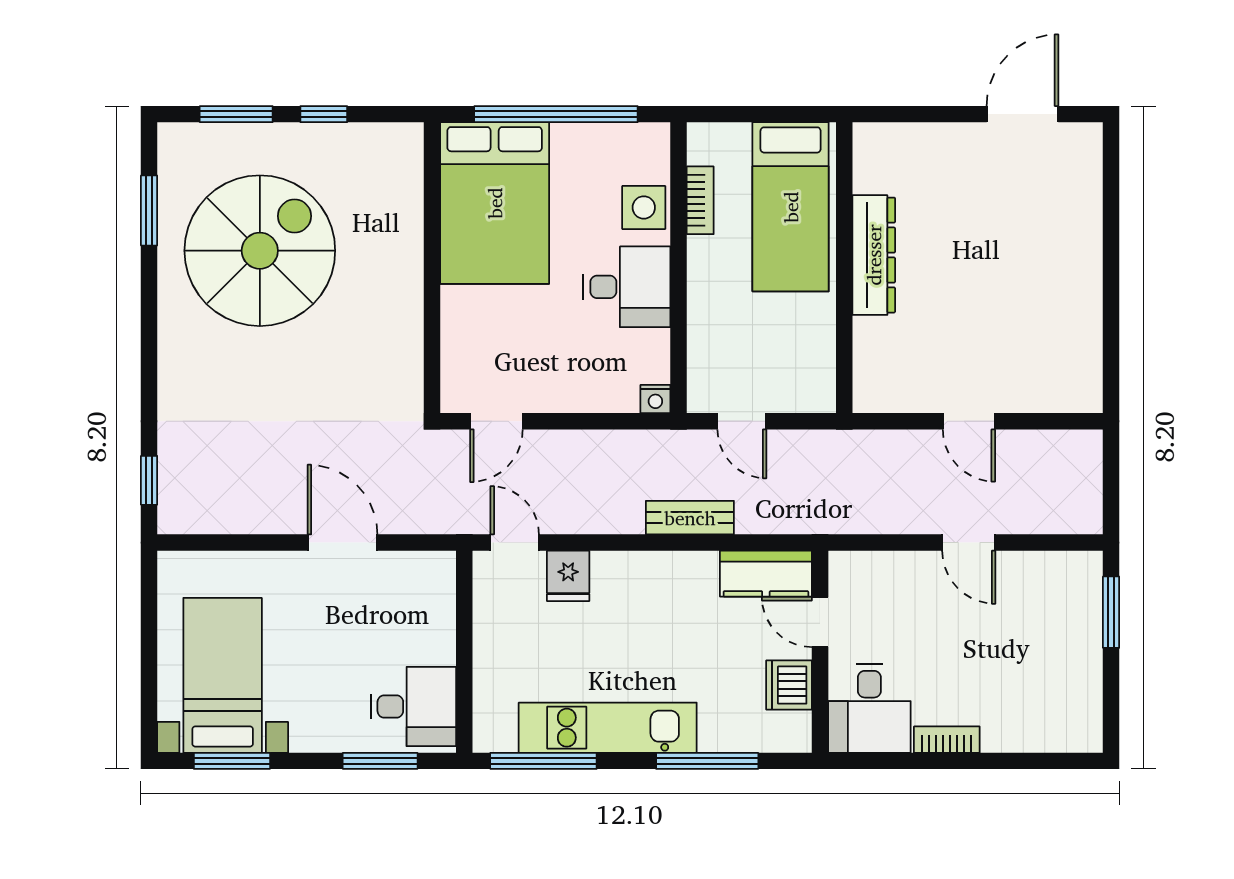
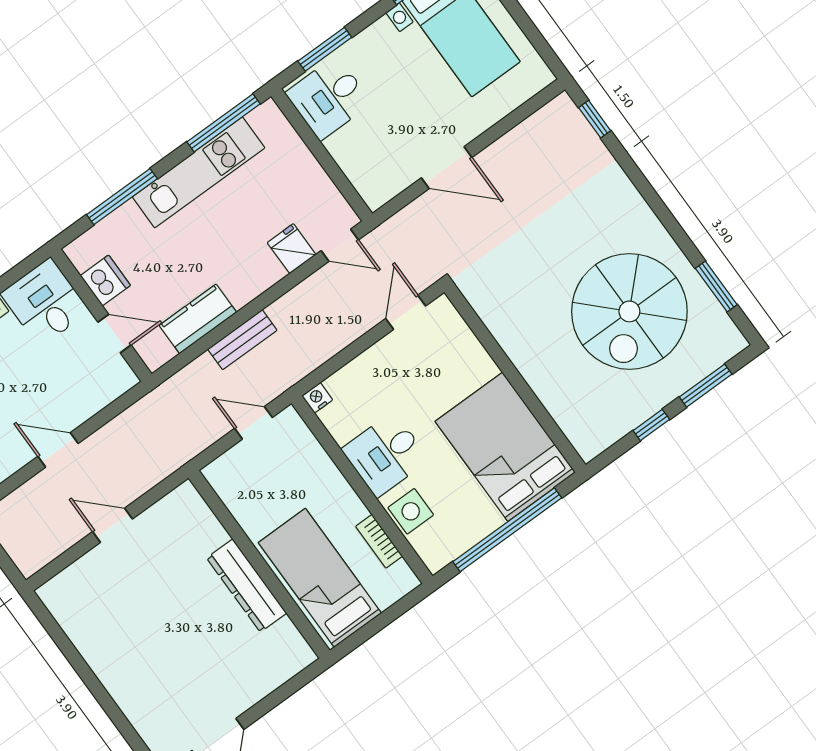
kitchen counter: (766, 574) -> (198, 319), moved

